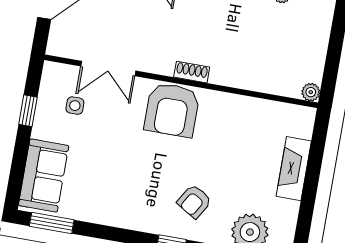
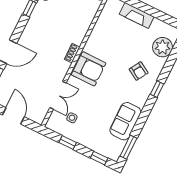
window: (16, 176) -> (99, 158), added
sofa: (44, 176) -> (125, 121), moved, turned -90

